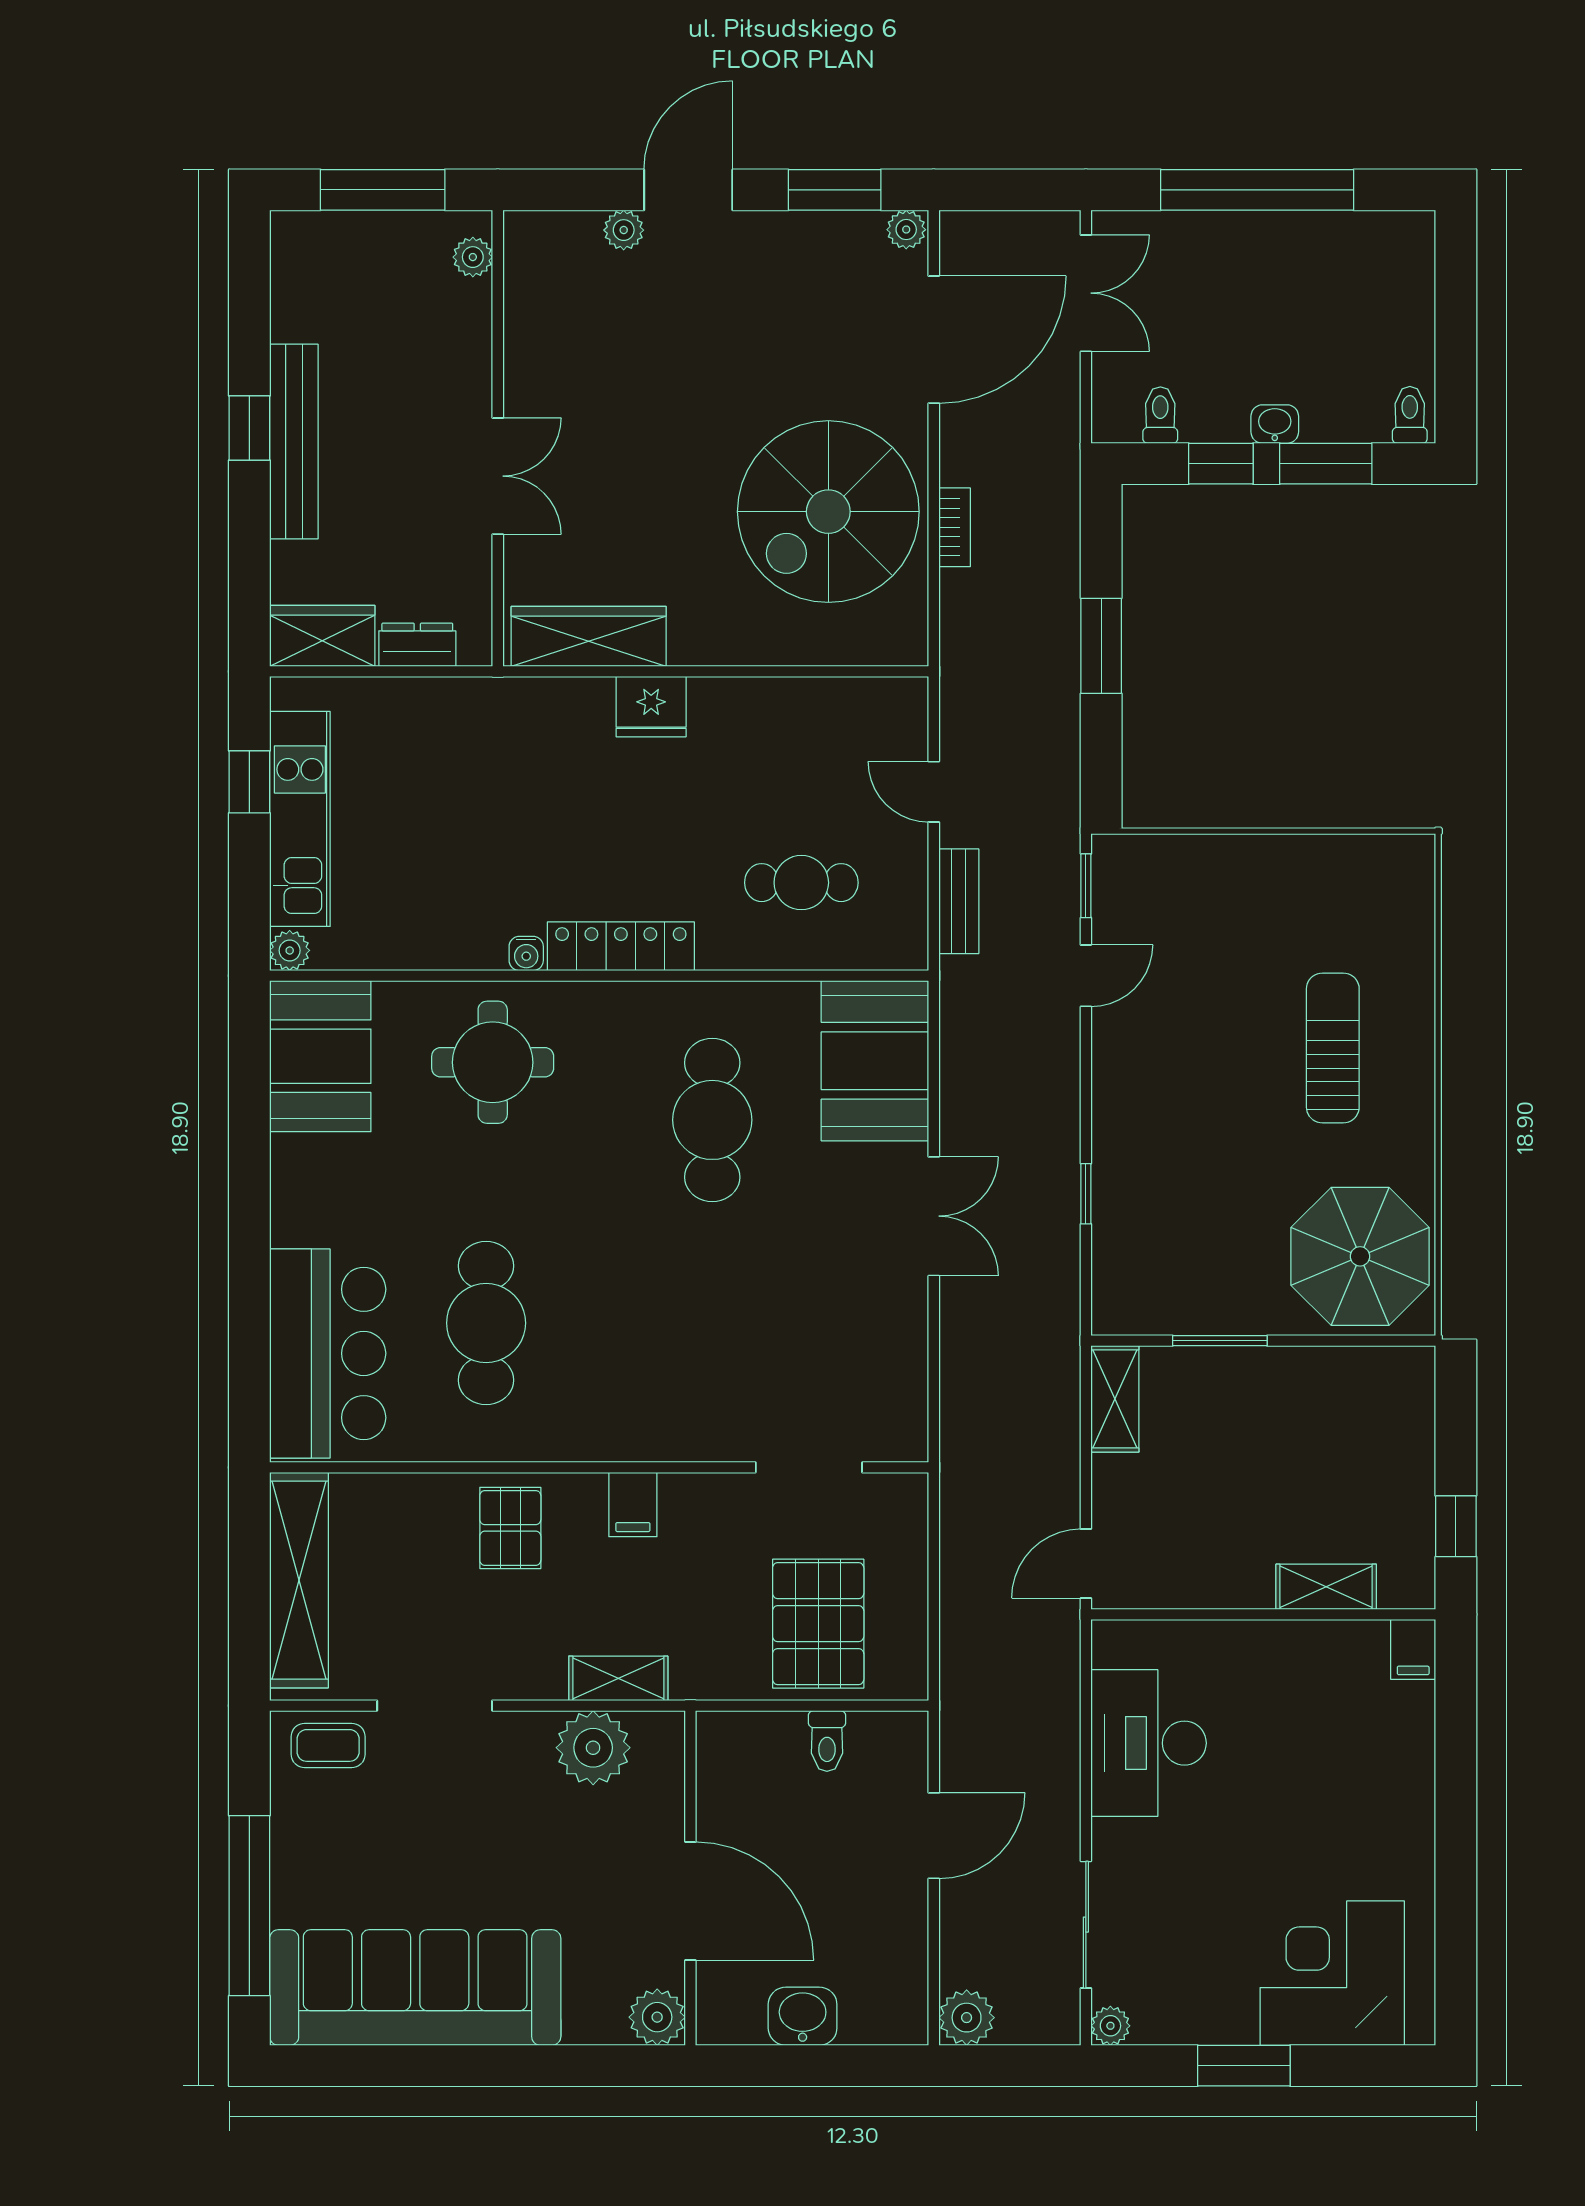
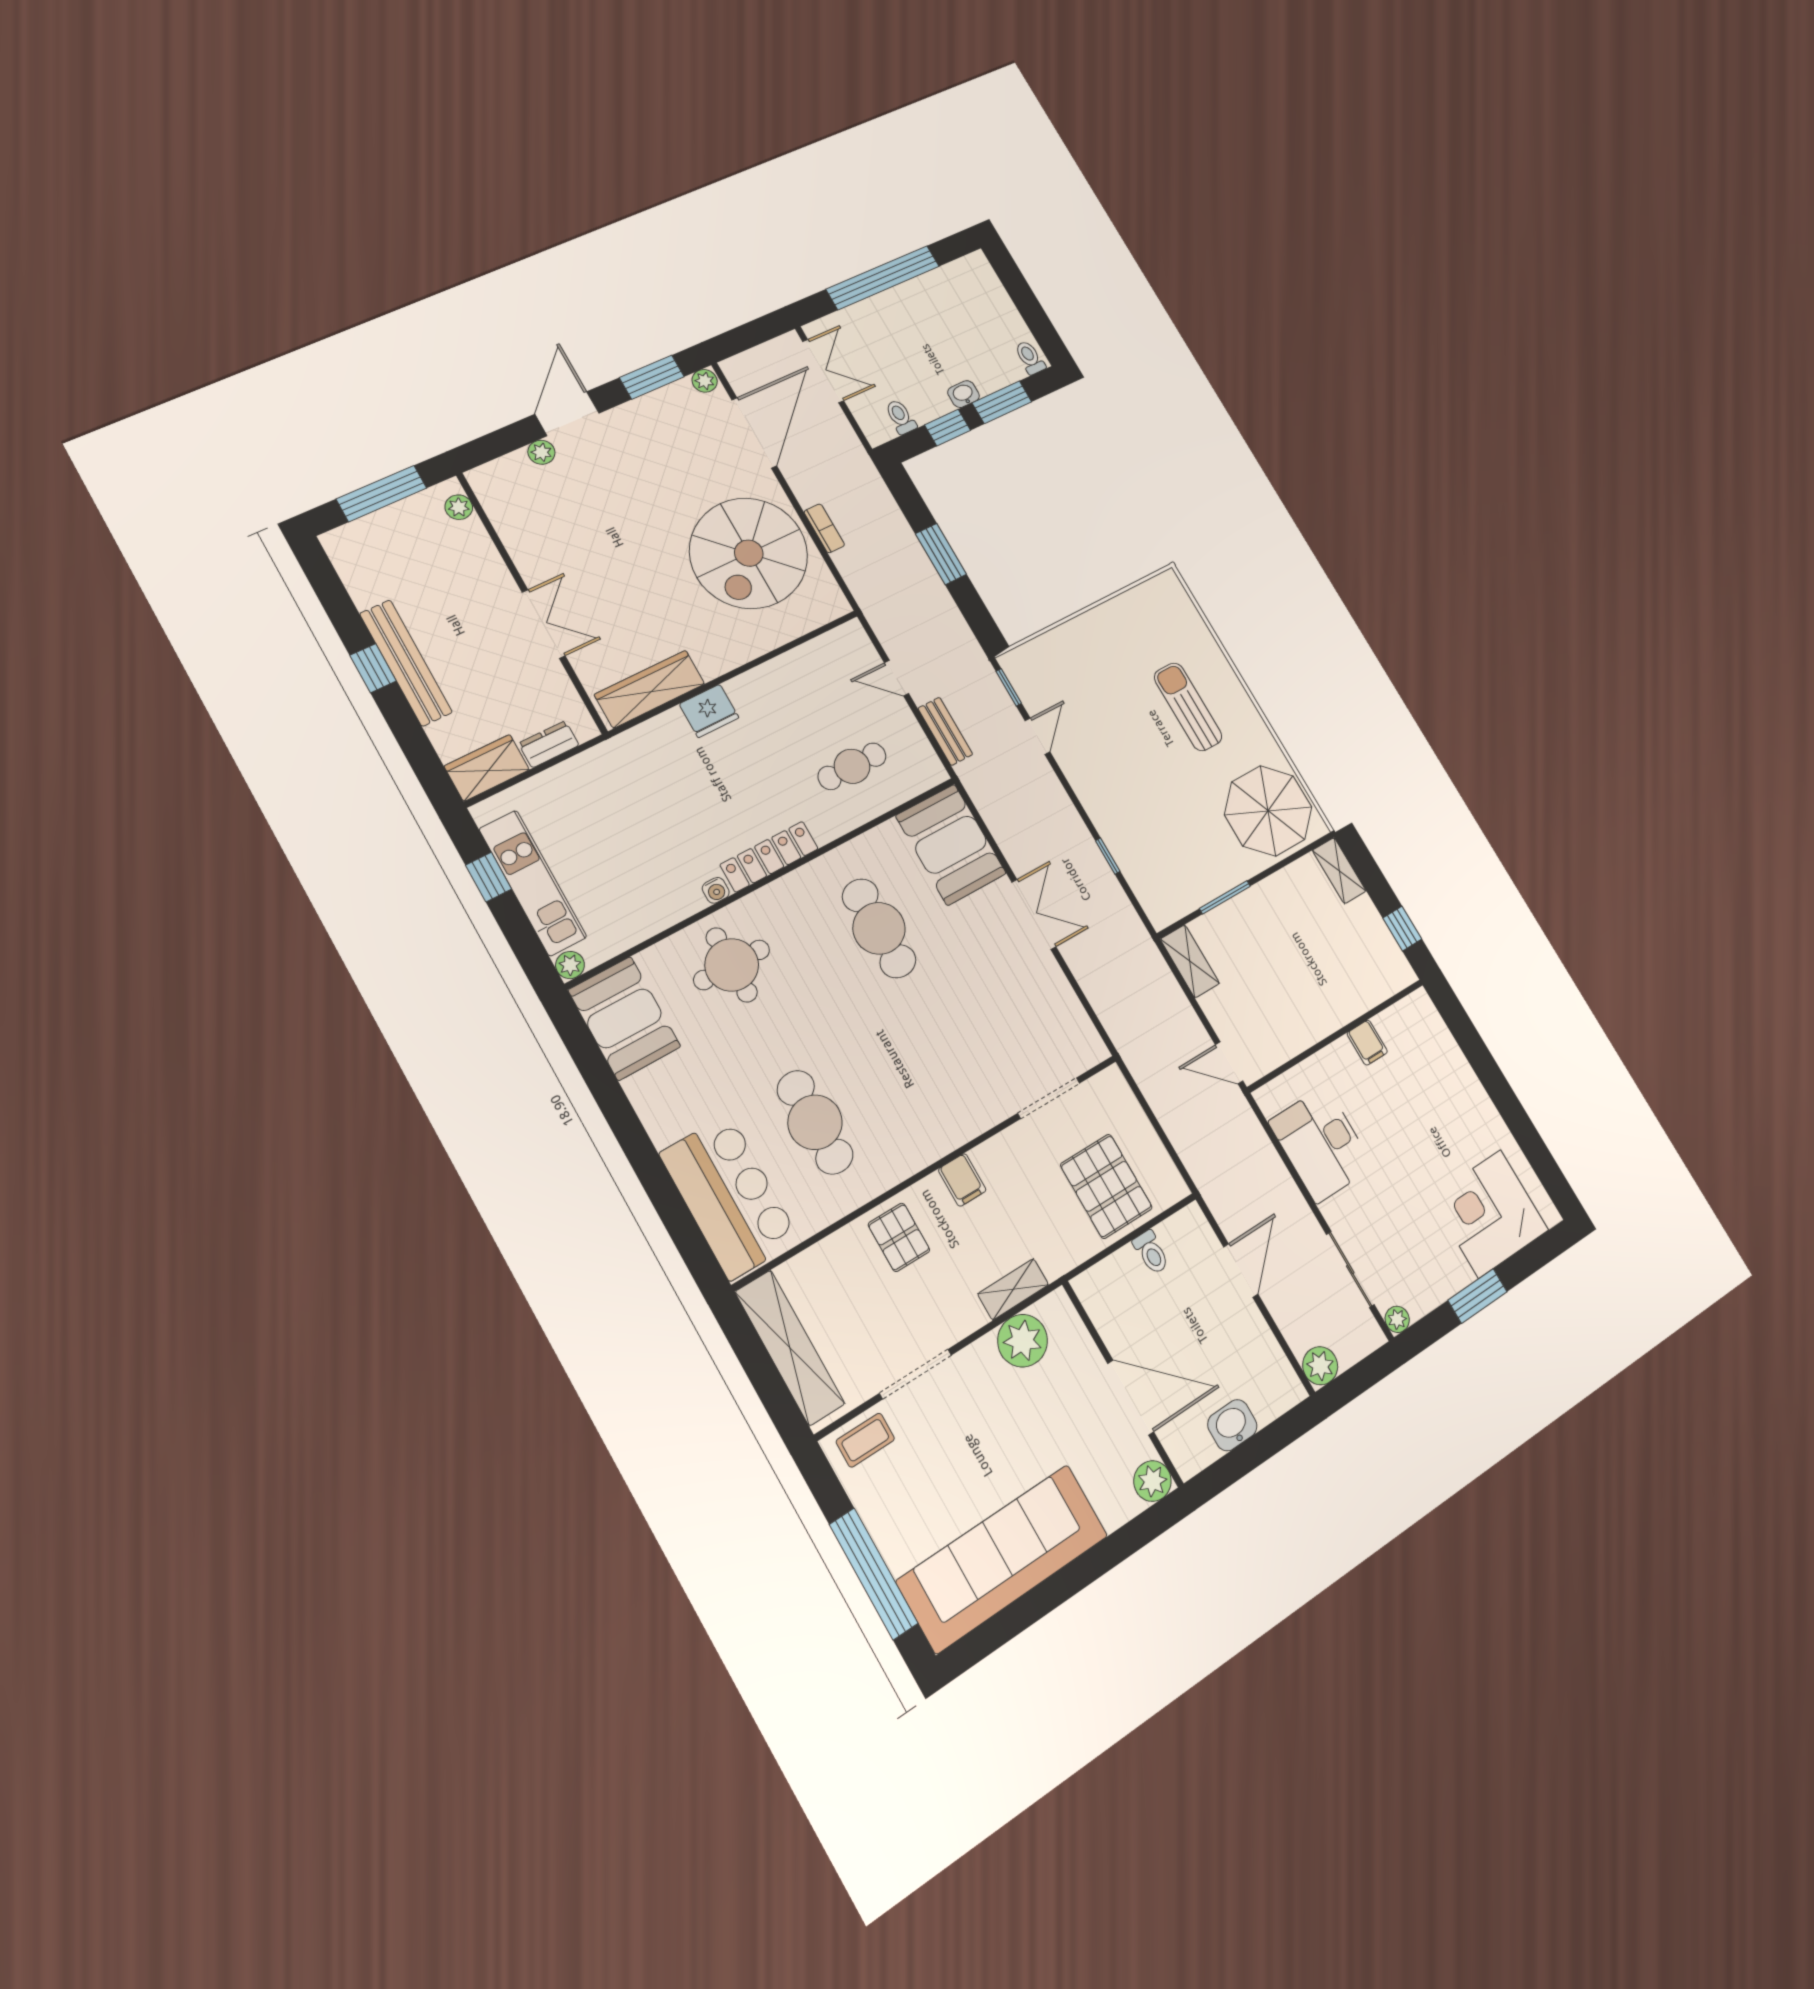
door: (1086, 1564) -> (1229, 1063), hinge flipped
shelving: (1326, 1587) -> (1339, 871), moved, turned 90
filing cabinet: (1413, 1649) -> (1367, 1043), moved

